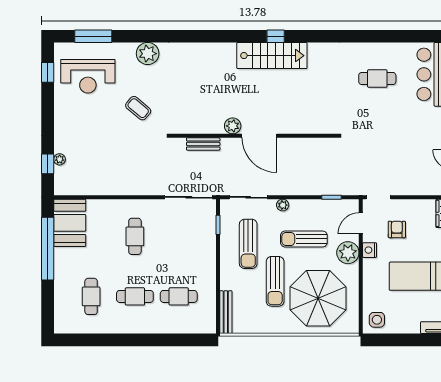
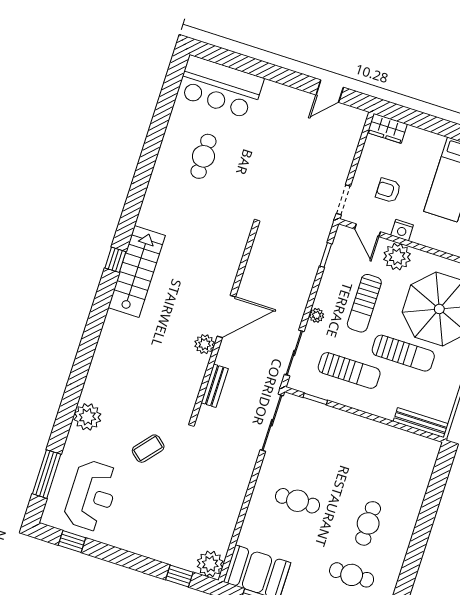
plant: (60, 159) -> (210, 564), moved, width x1.88, depth x1.88
cafe table: (179, 296) -> (385, 472), removed

